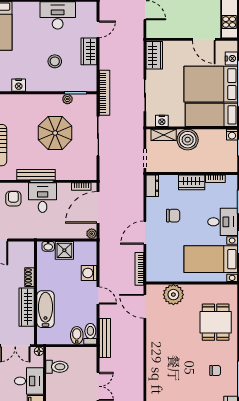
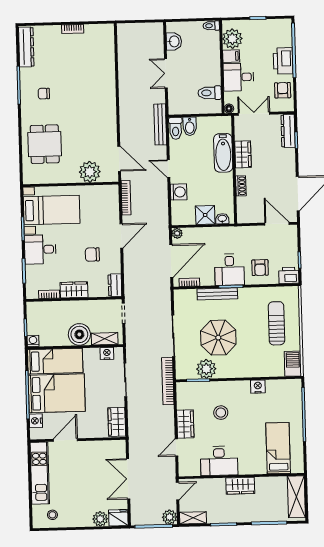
door: (204, 39) -> (65, 440), hinge flipped
plant: (67, 99) -> (206, 369), width x1.87, depth x1.87
bench: (36, 175) -> (217, 294), moved
wardrobe: (27, 307) -> (243, 154), width x0.67

